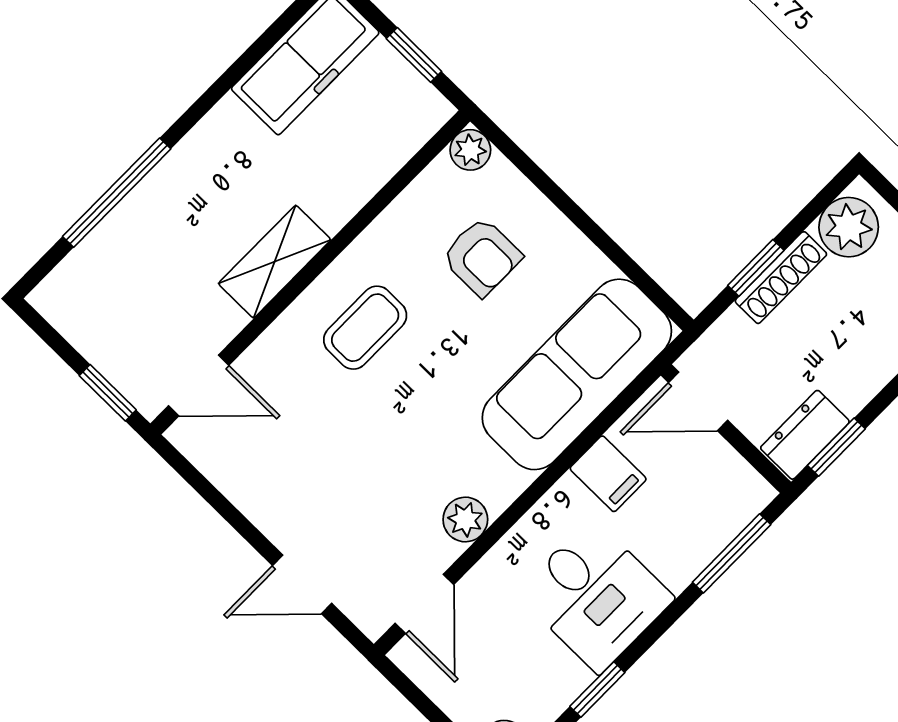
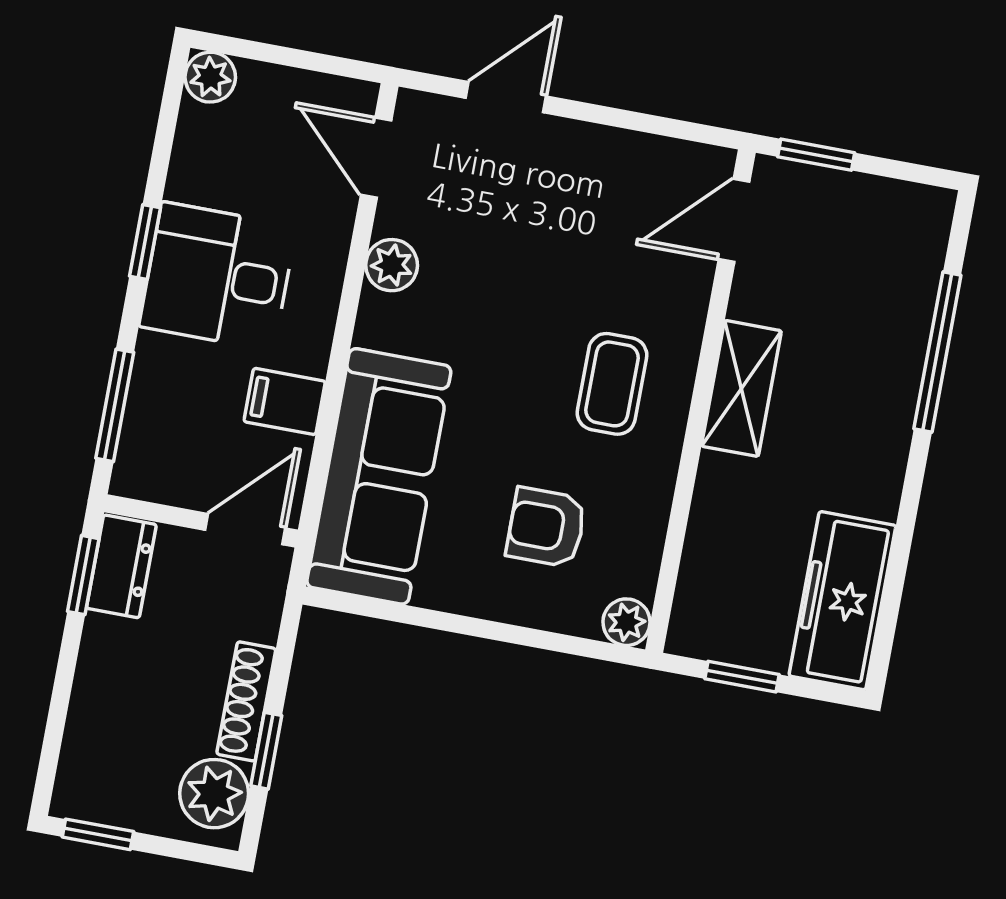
window: (756, 268) -> (266, 751), moved
window: (597, 690) -> (145, 242), moved

